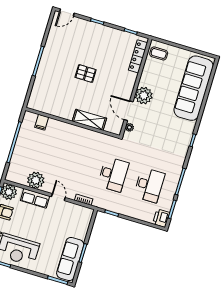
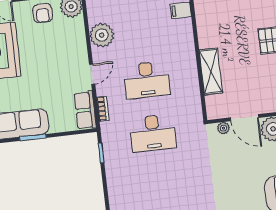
door: (129, 111) -> (245, 118), swing flipped
desk: (149, 185) -> (147, 80), moved
row of seats: (35, 198) -> (85, 110), moved

